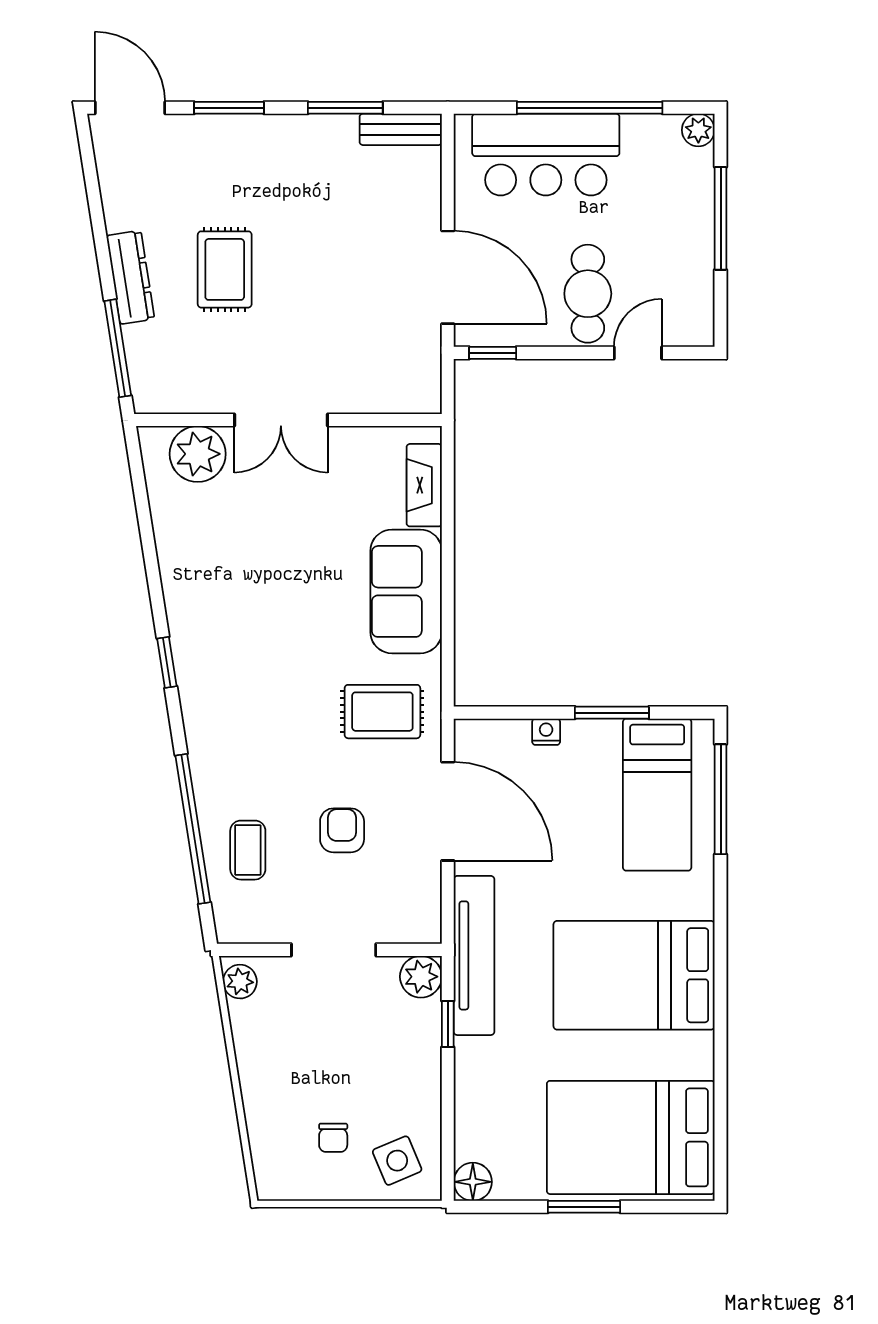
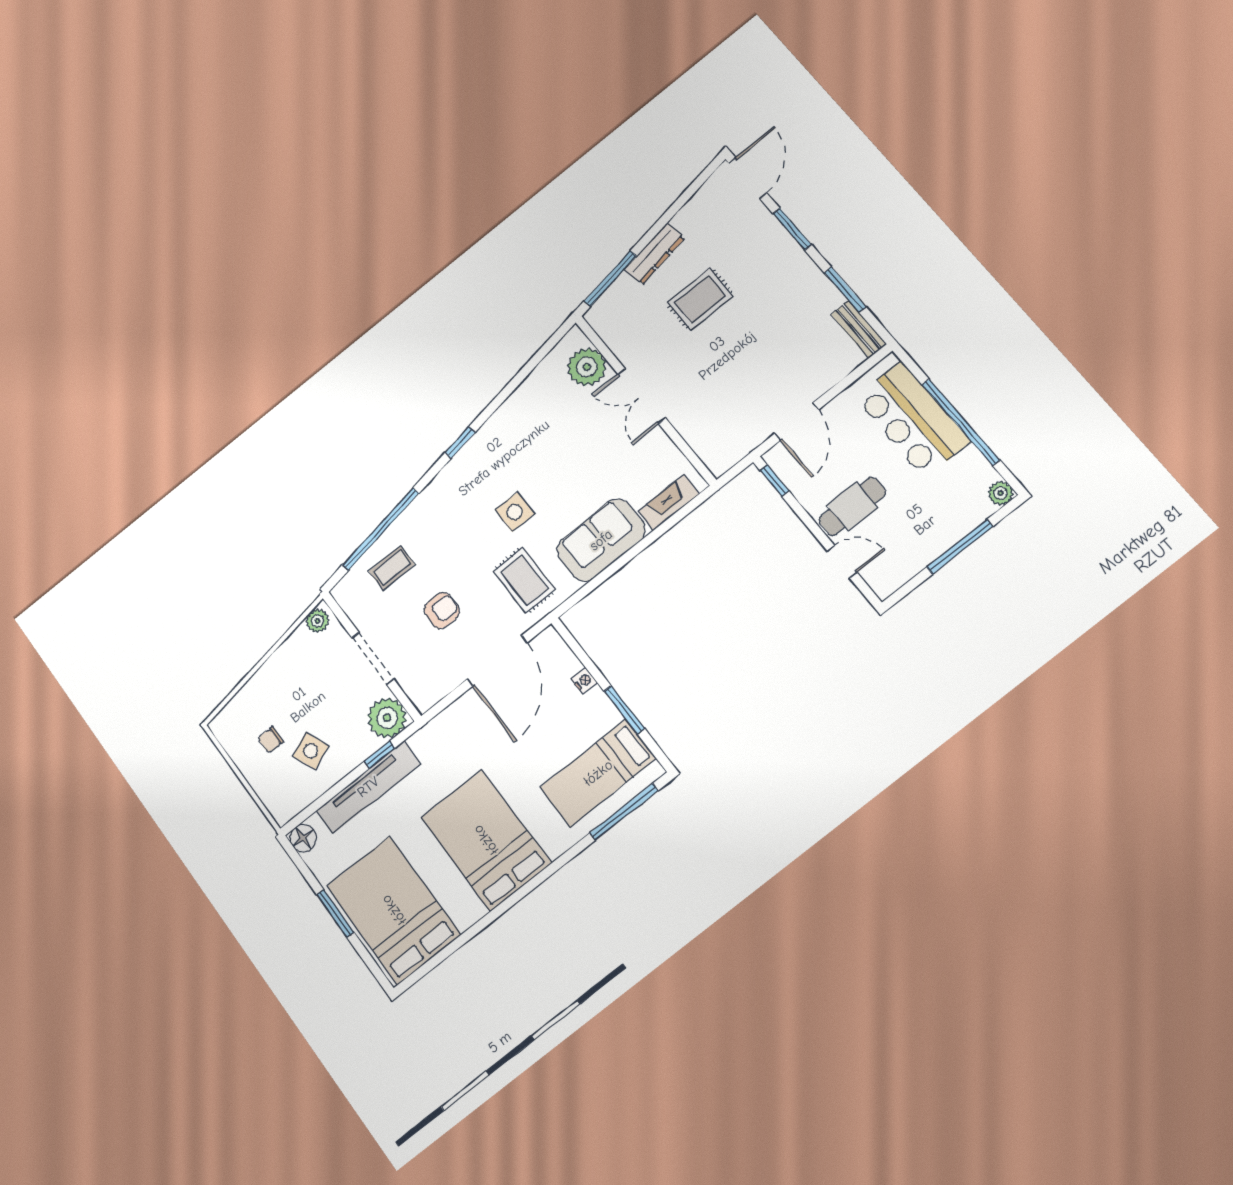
door: (448, 277) -> (797, 422), width x0.73
side table: (297, 662) -> (515, 512), added
tv unit: (474, 955) -> (368, 787), moved
plant: (421, 977) -> (387, 718), width x1.36, depth x1.36
side table: (397, 1161) -> (311, 751), moved

